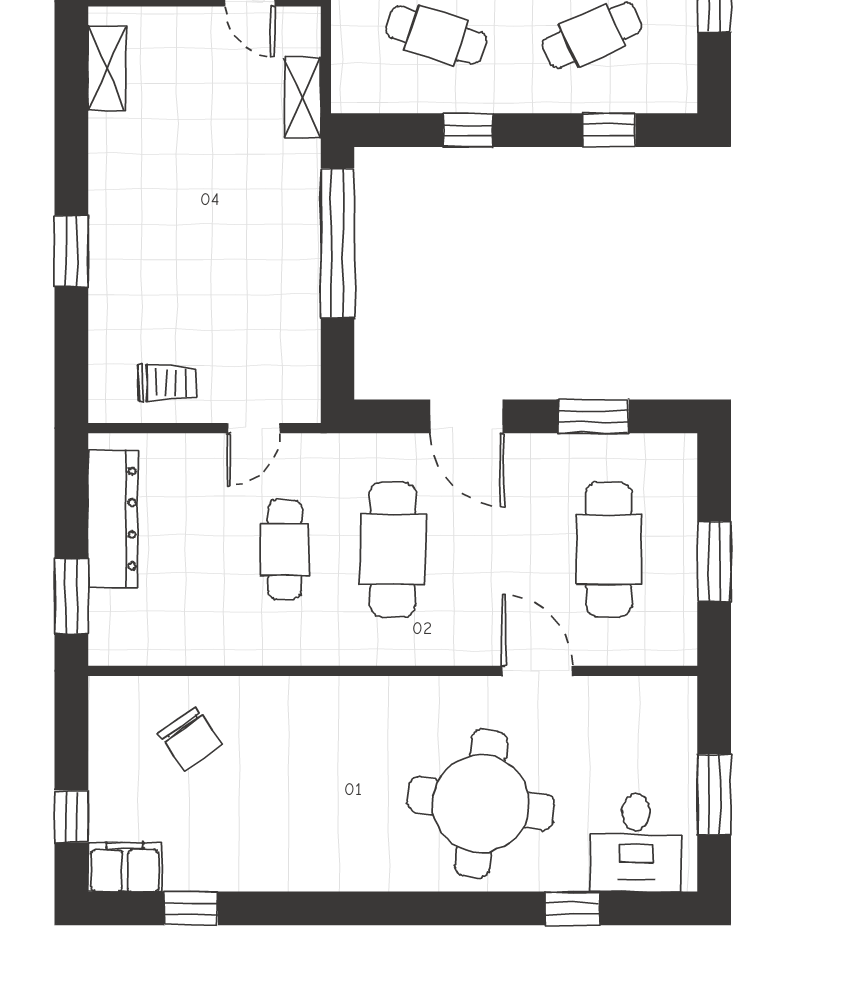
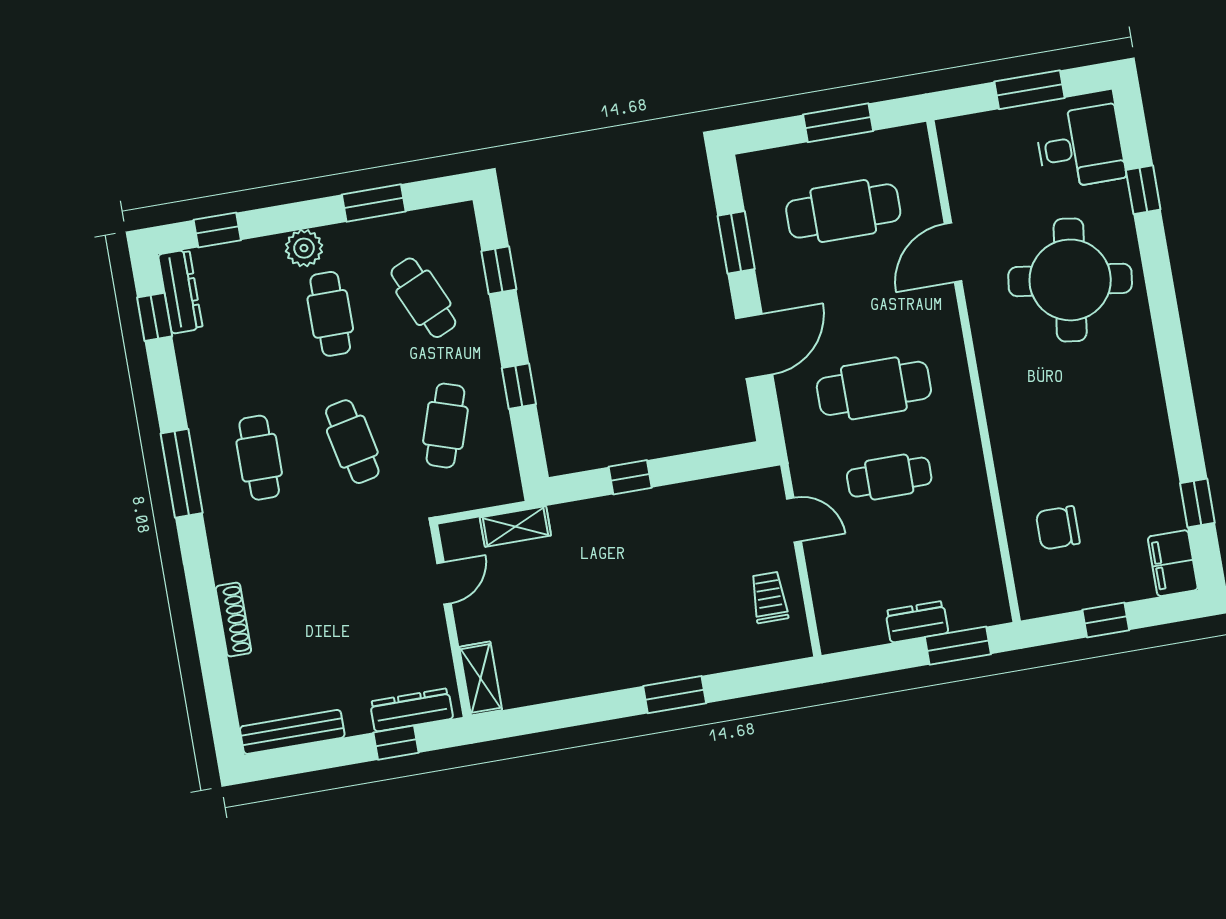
shelving: (107, 68) -> (481, 678), moved, turned 90
window: (338, 243) -> (630, 477), width x0.32
dresser: (113, 519) -> (917, 622), width x0.51, depth x0.80
chair: (190, 738) -> (1058, 528), turned -145
window: (71, 816) -> (1106, 620), moved

